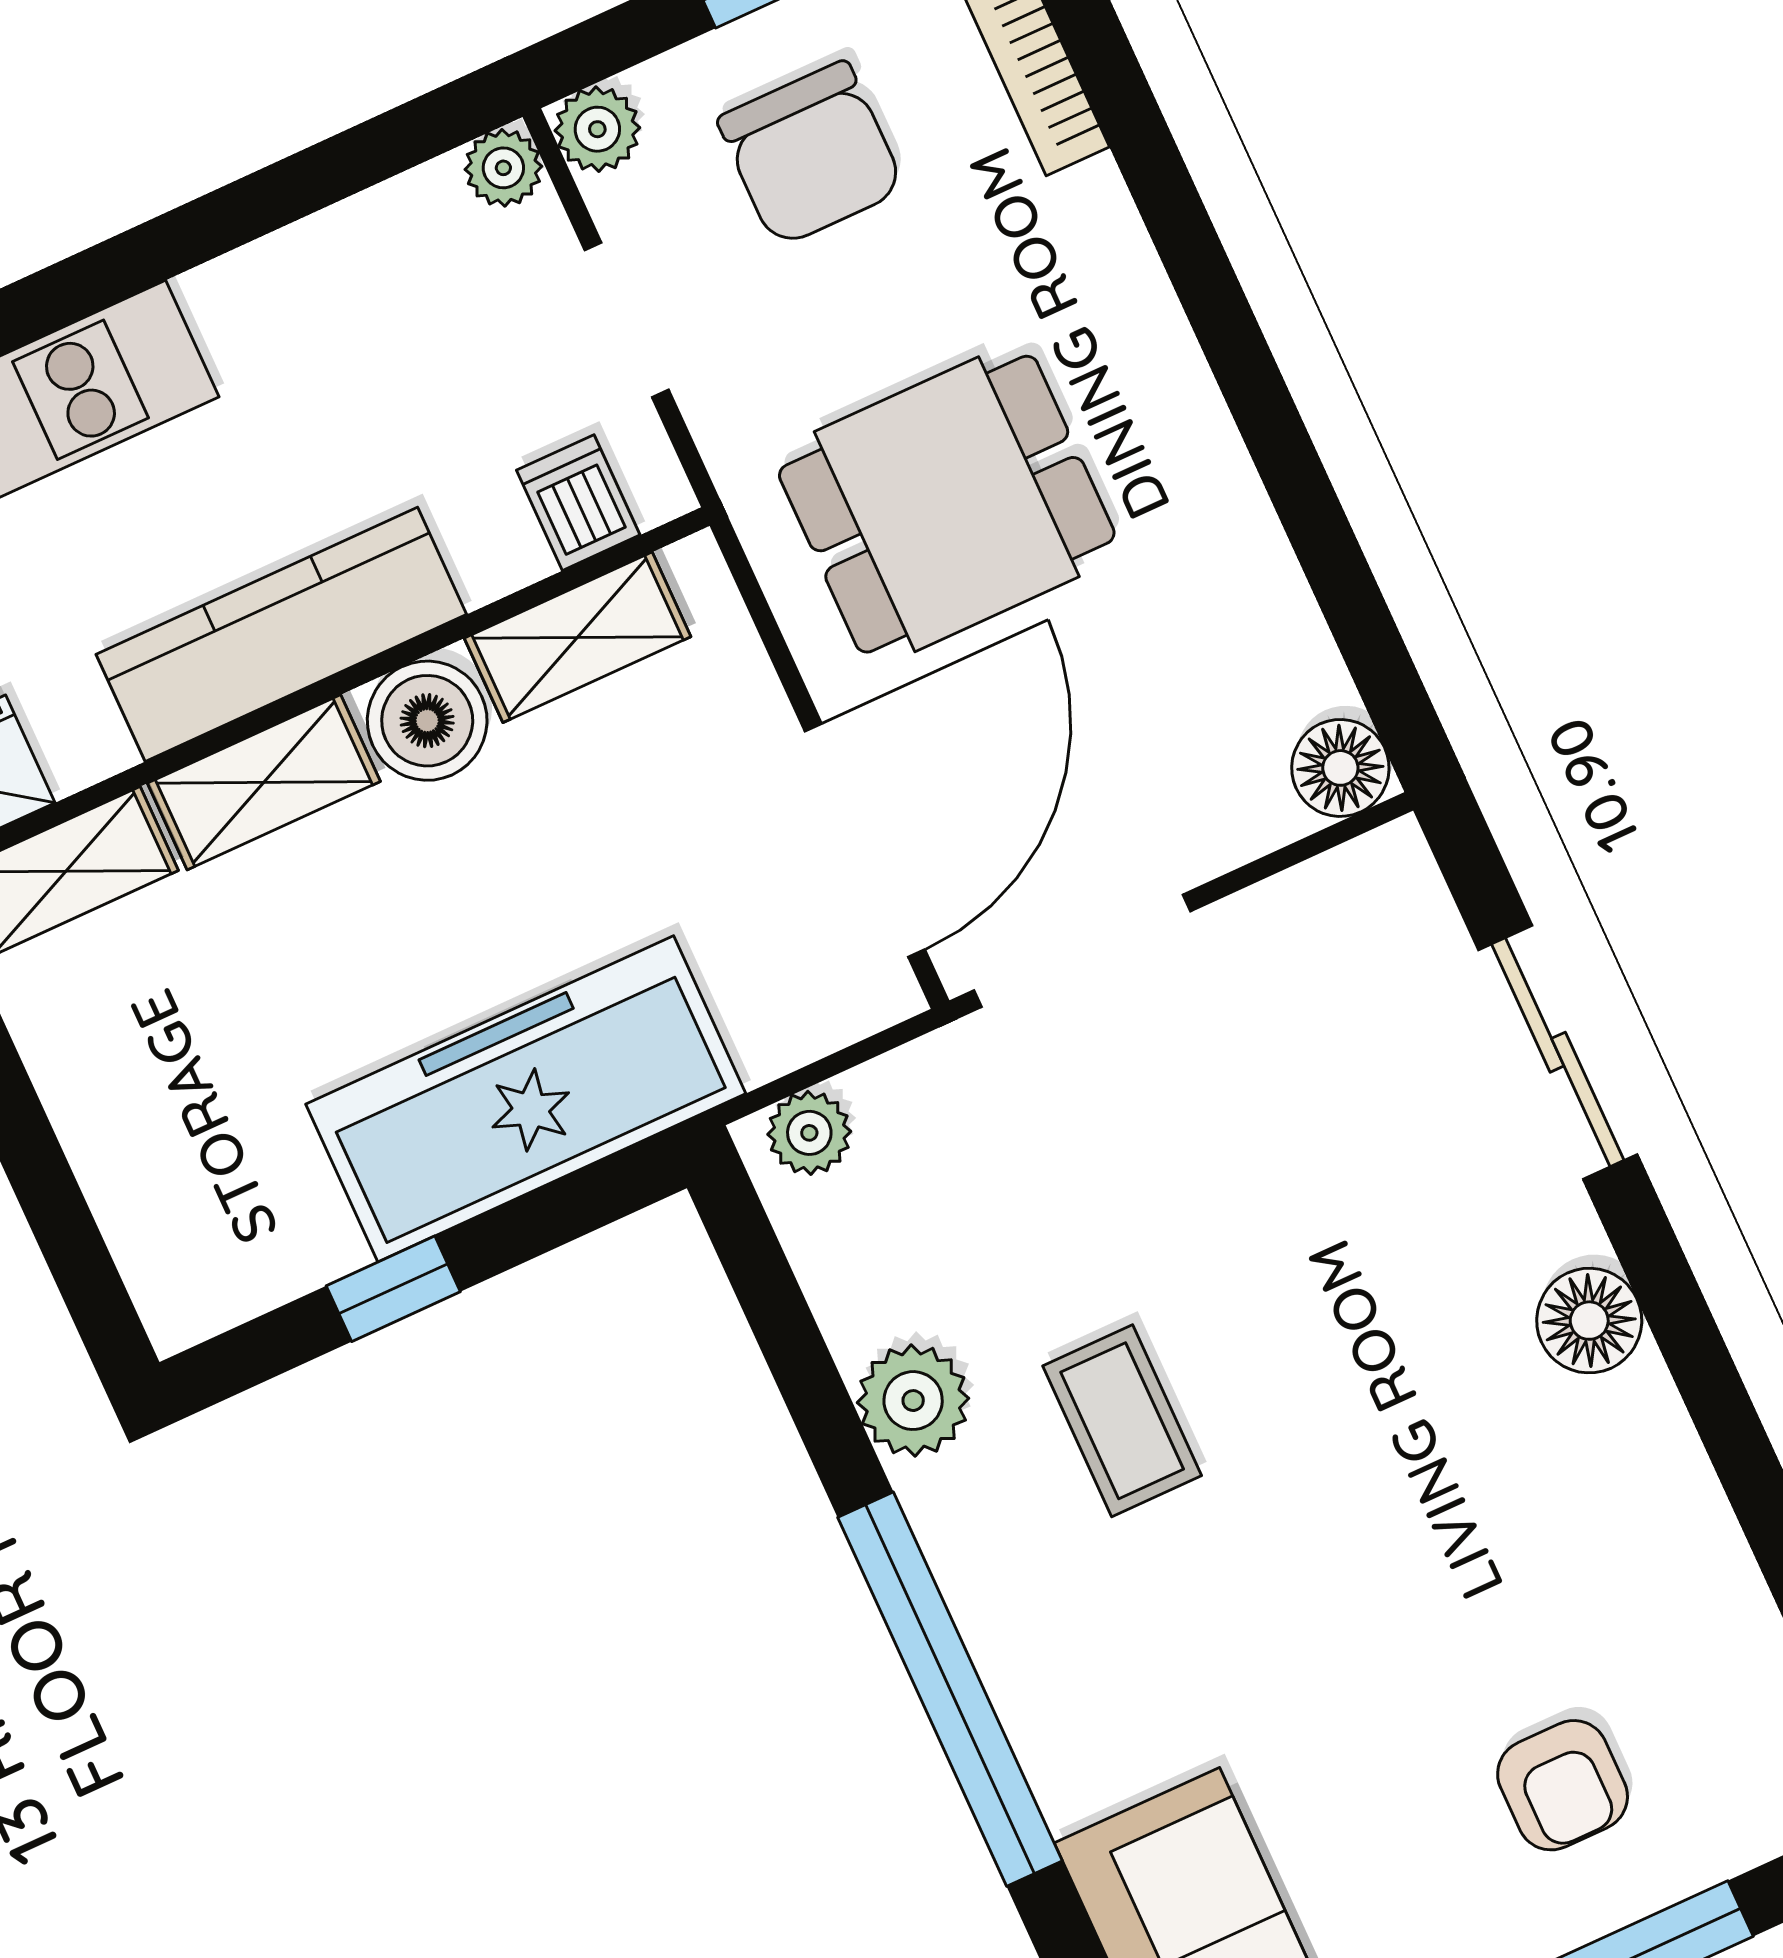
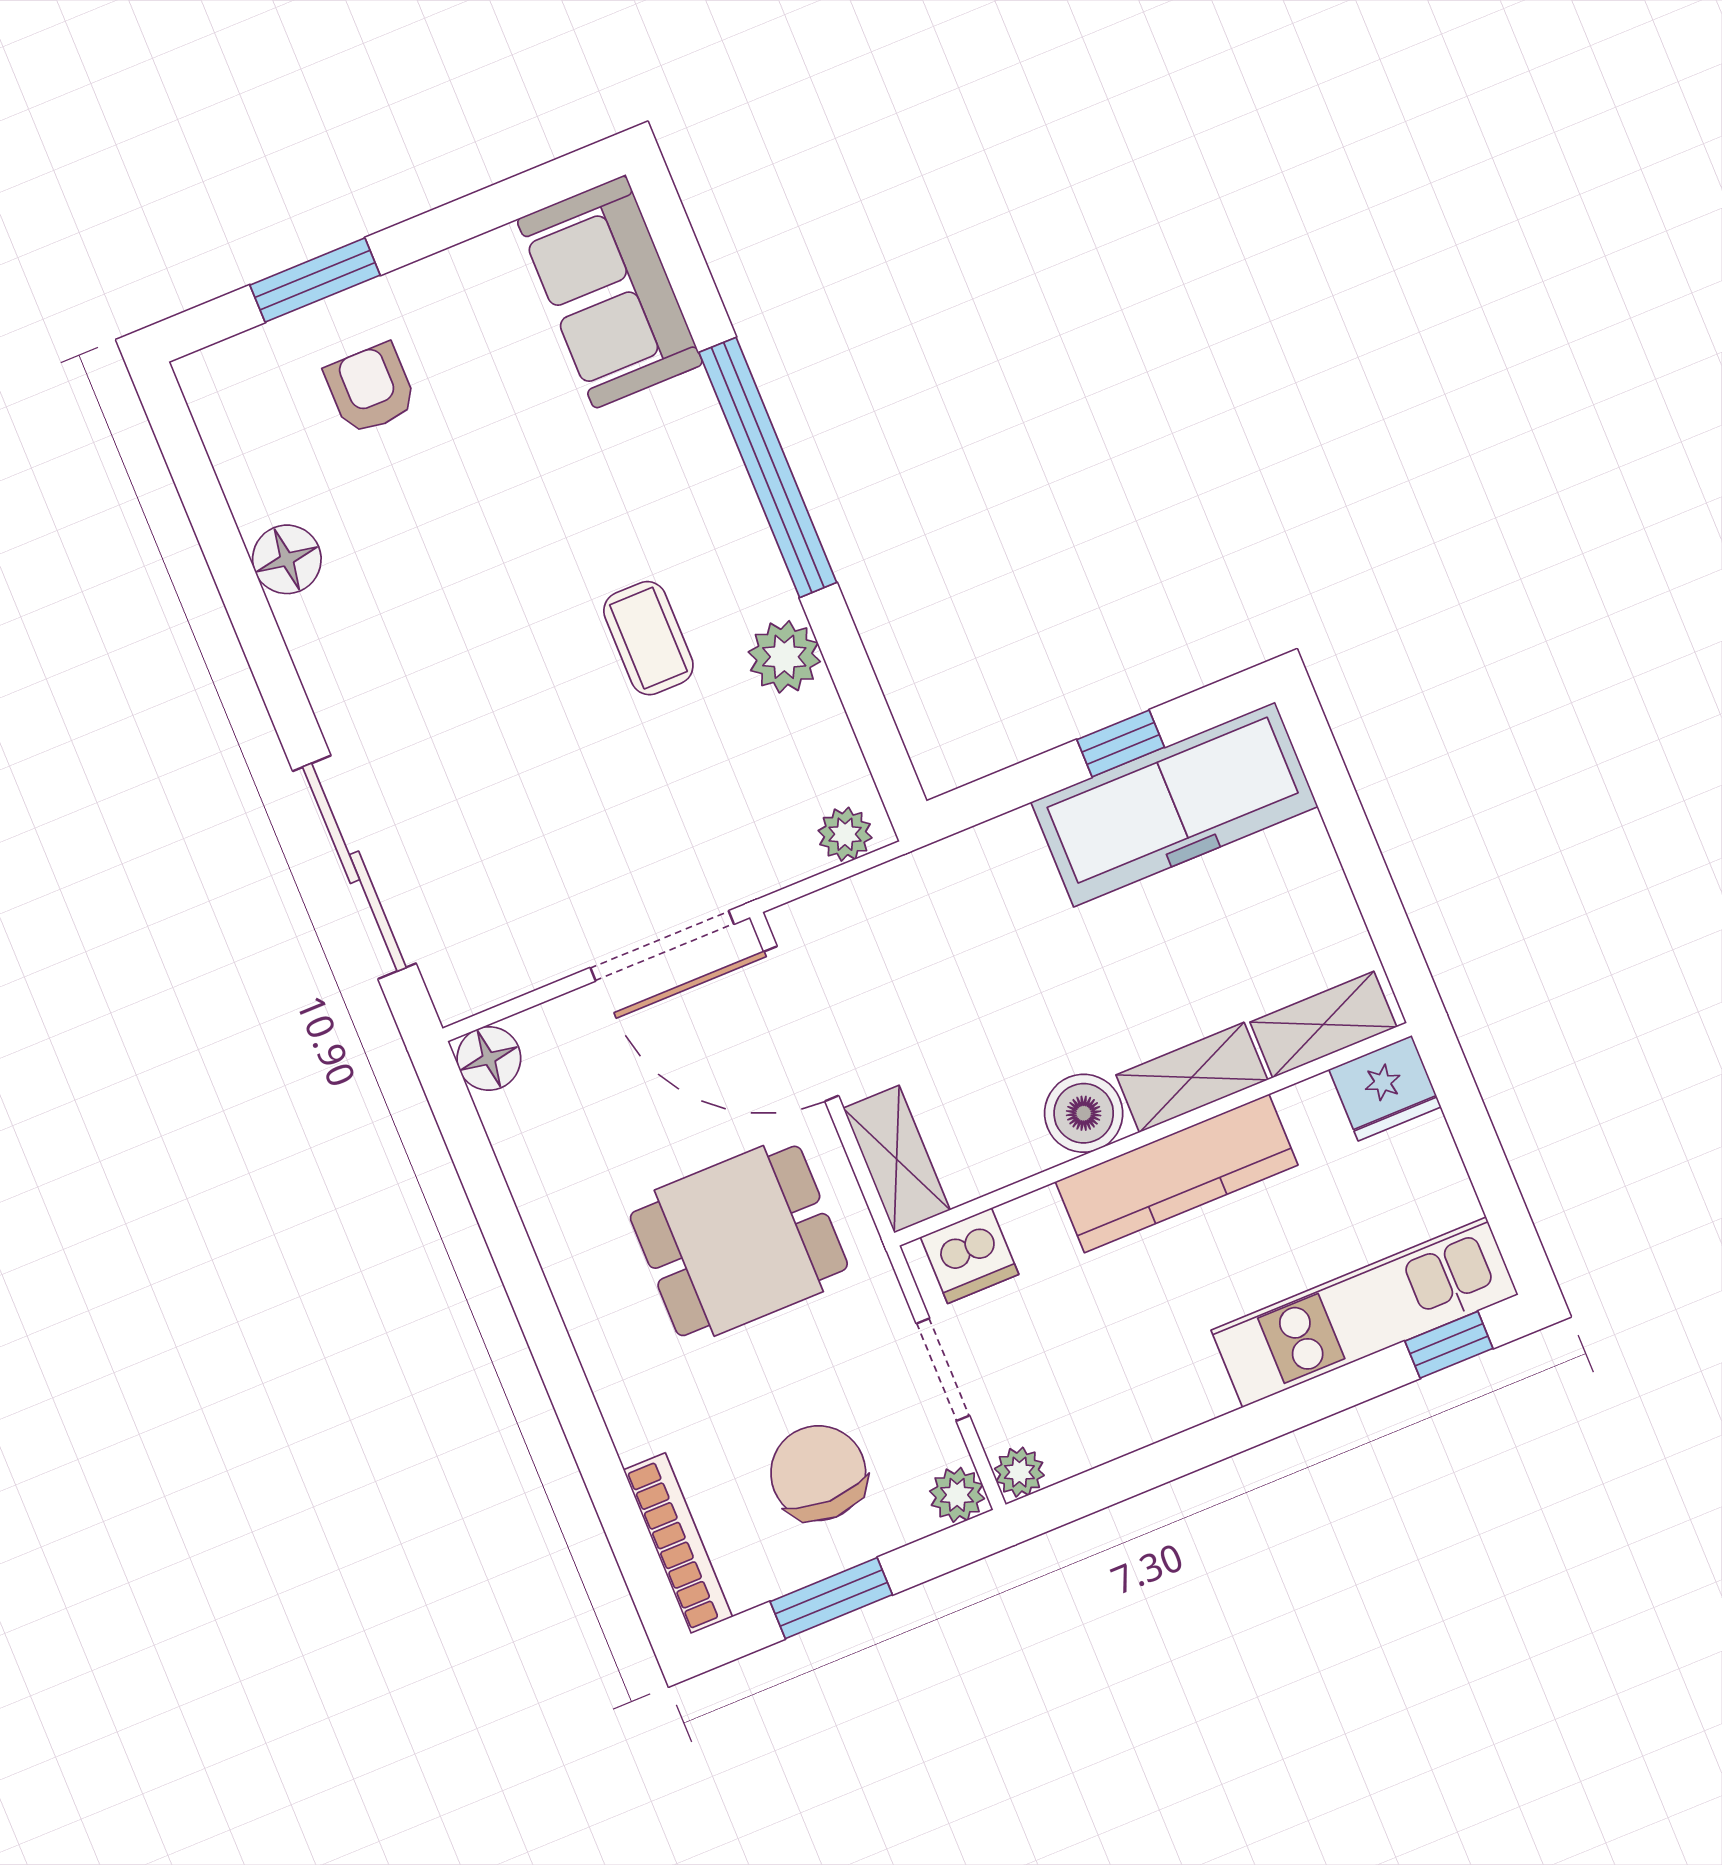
dishwasher: (578, 503) -> (970, 1256), width x1.38
shelving: (577, 637) -> (897, 1159), moved, turned 90
door: (865, 840) -> (801, 1024), hinge flipped
sliding door: (1558, 1052) -> (354, 867), width x1.37
freezer: (526, 1099) -> (1174, 804), moved
floor lamp: (1589, 1321) -> (287, 559), moved

